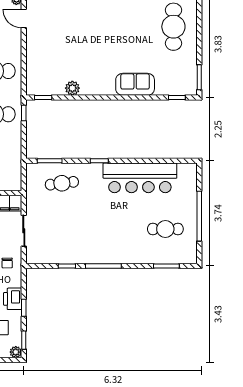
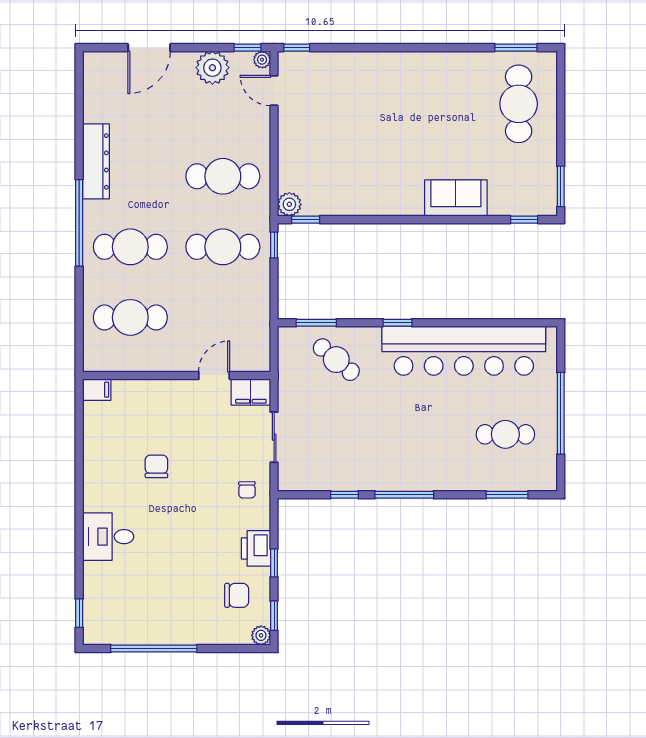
plant: (72, 88) -> (289, 204), moved
bar counter: (140, 178) -> (464, 351), width x1.36
cafe table: (62, 183) -> (336, 360), turned 47

